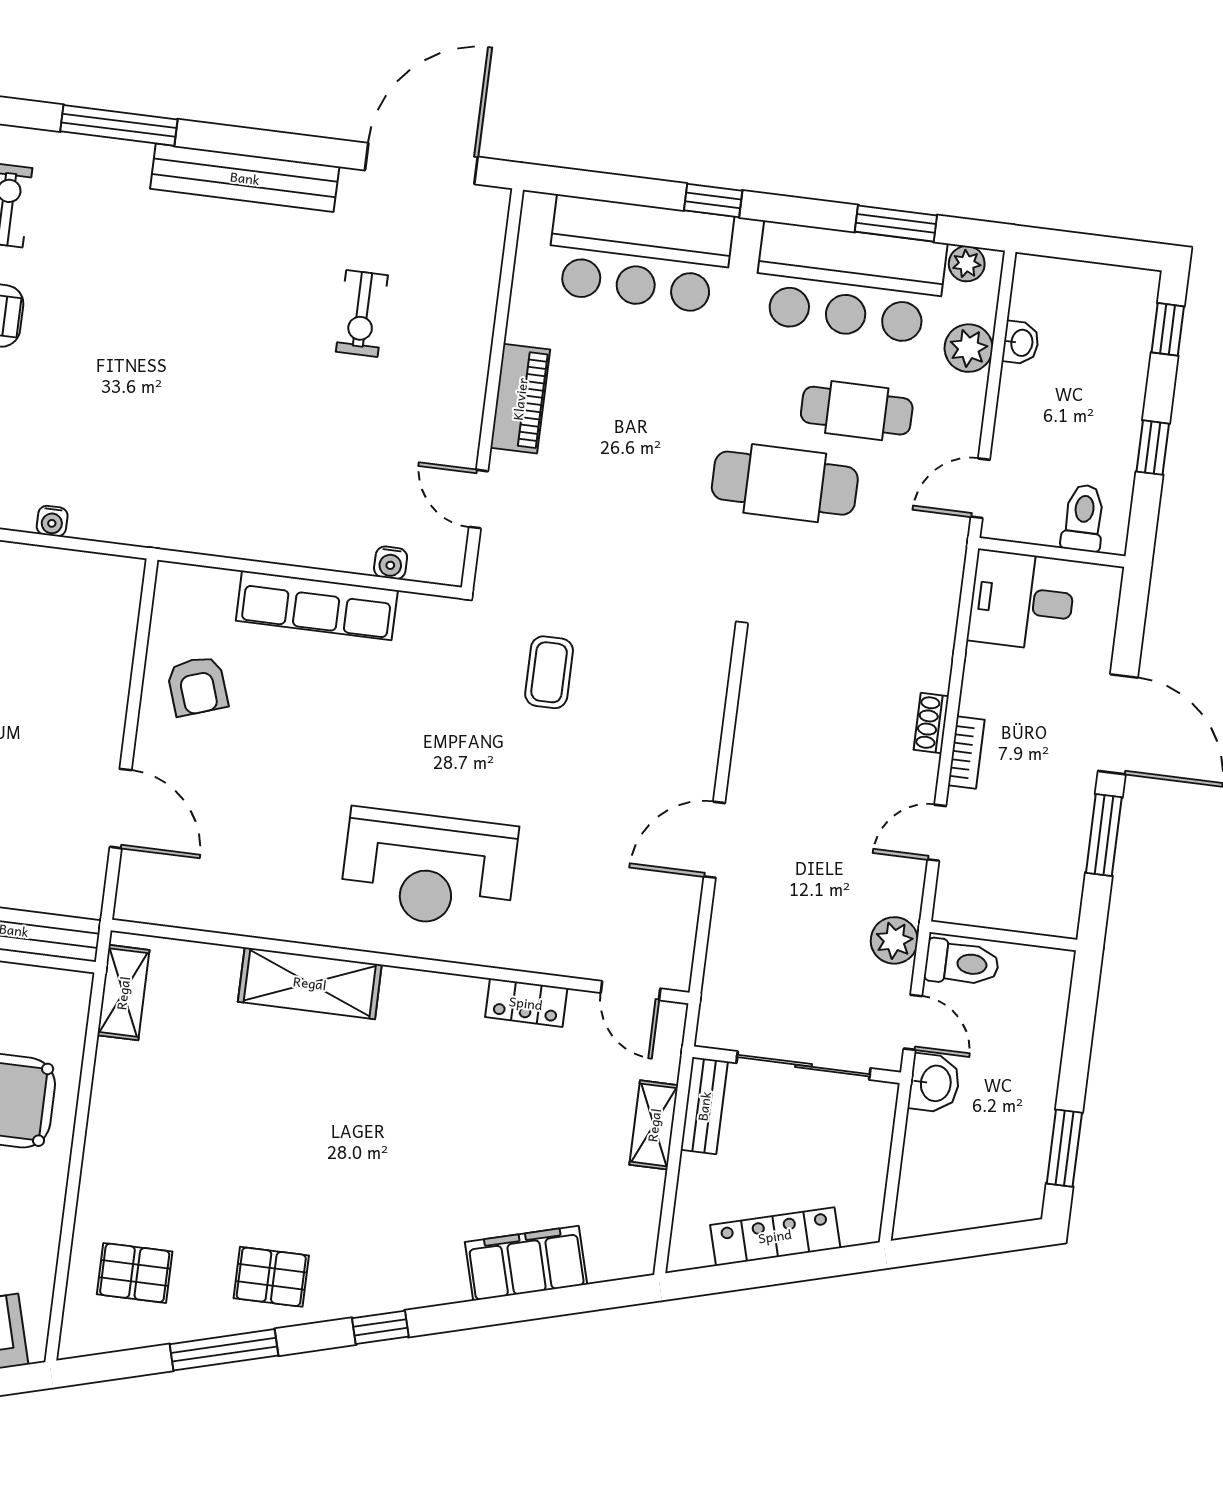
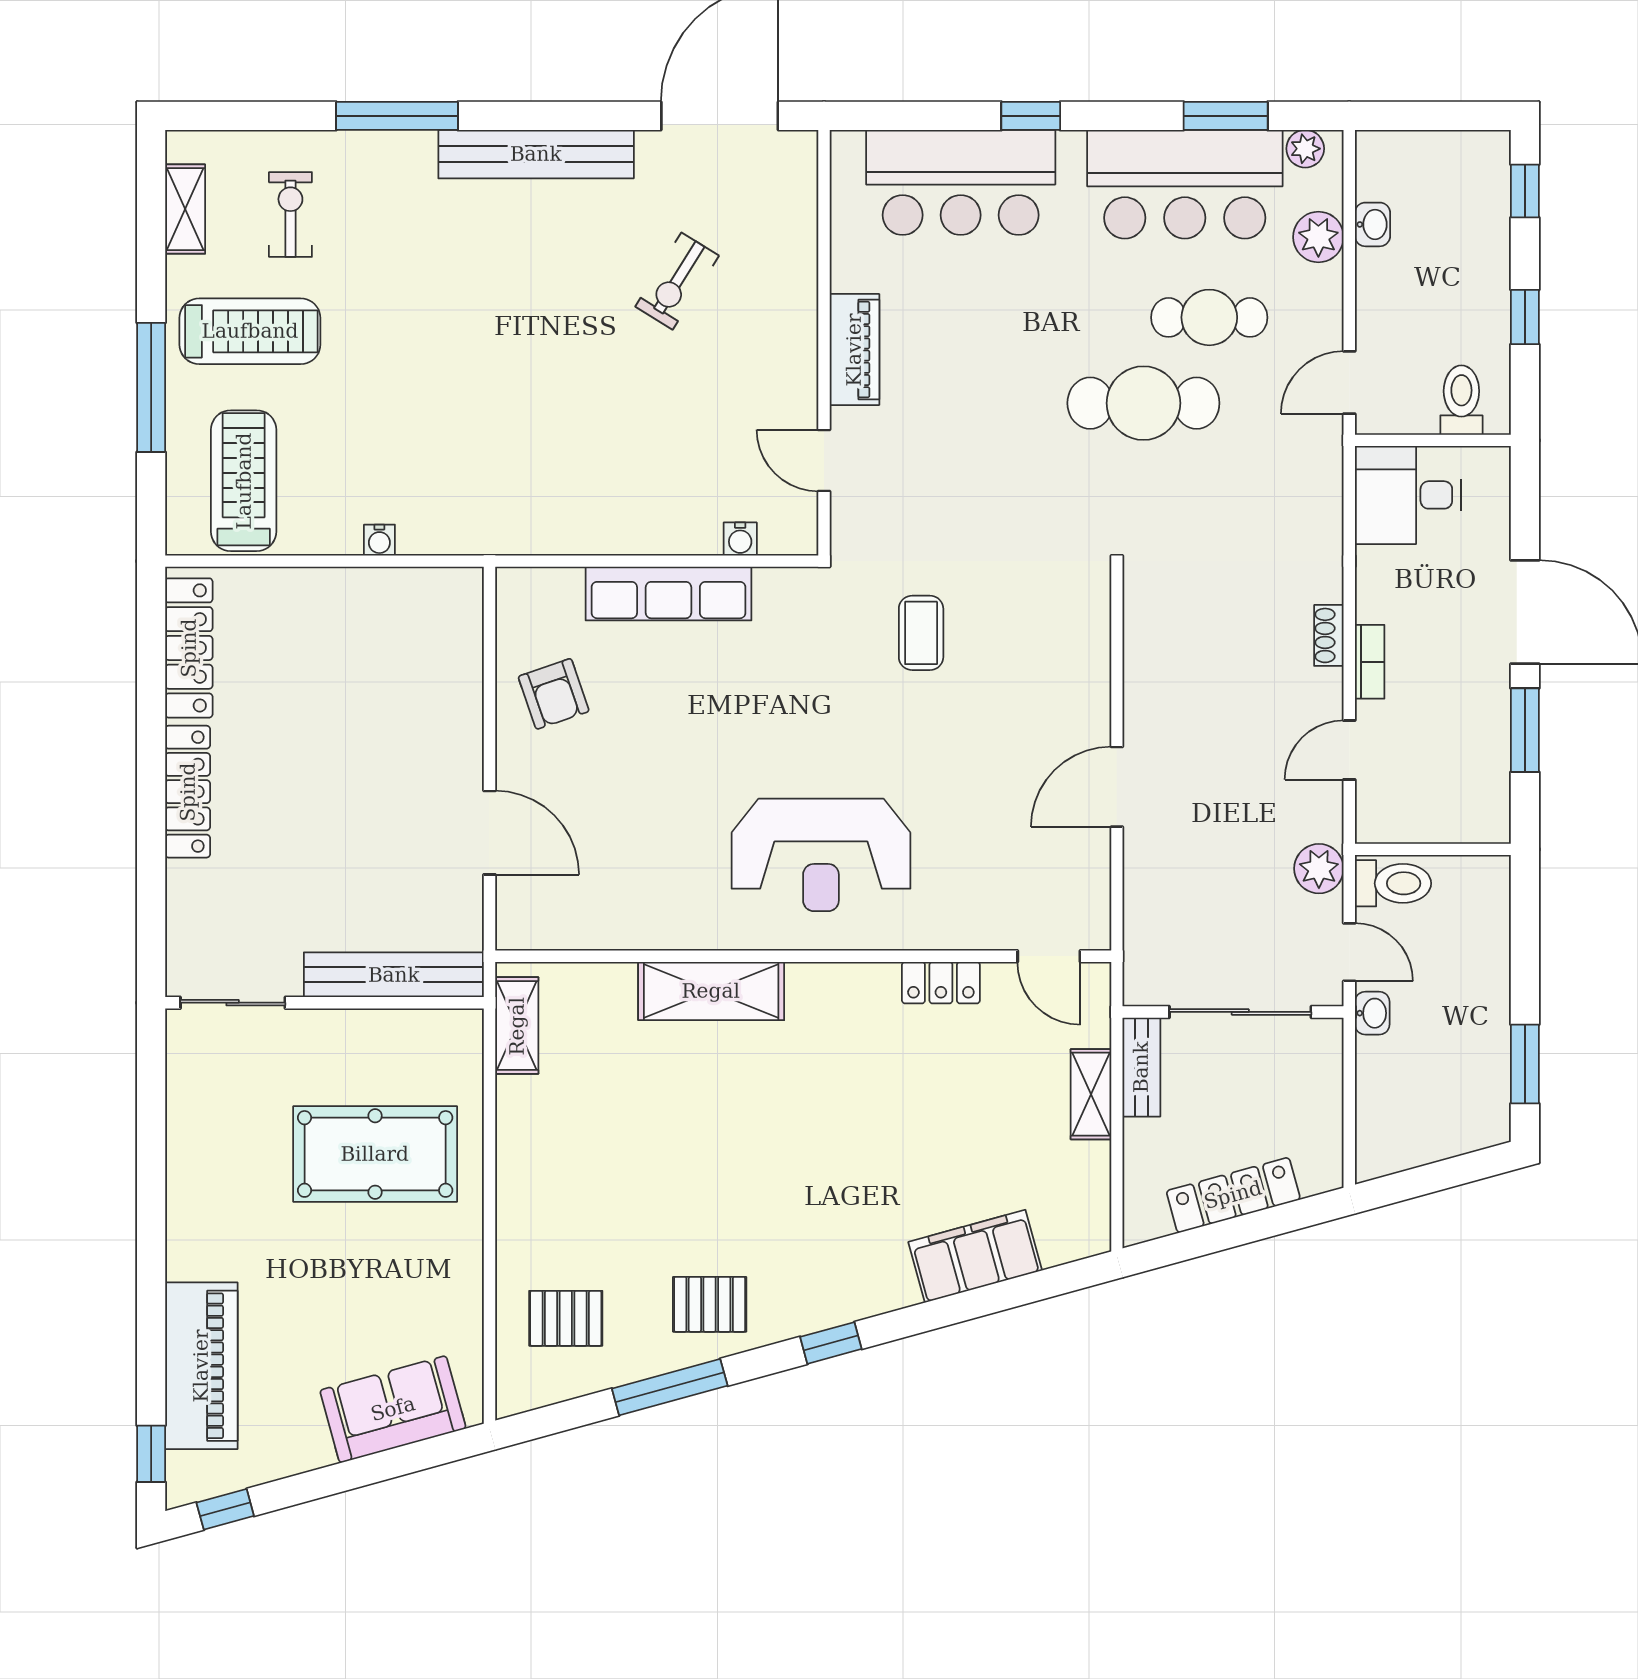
exercise bike: (362, 313) -> (677, 281), turned 32
washbasin: (934, 1083) -> (1372, 1013), width x0.72, depth x0.69

